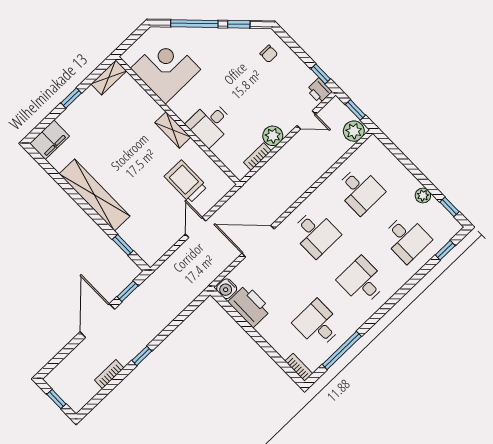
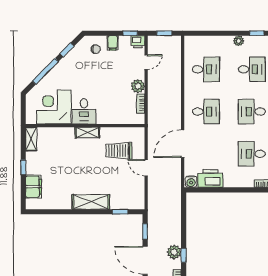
filing cabinet: (293, 65) -> (113, 43), added
desk: (210, 124) -> (84, 111), moved
plant: (354, 131) -> (174, 252), moved
filing cabinet: (49, 140) -> (33, 187), moved
shelving: (94, 195) -> (91, 202), width x0.68

